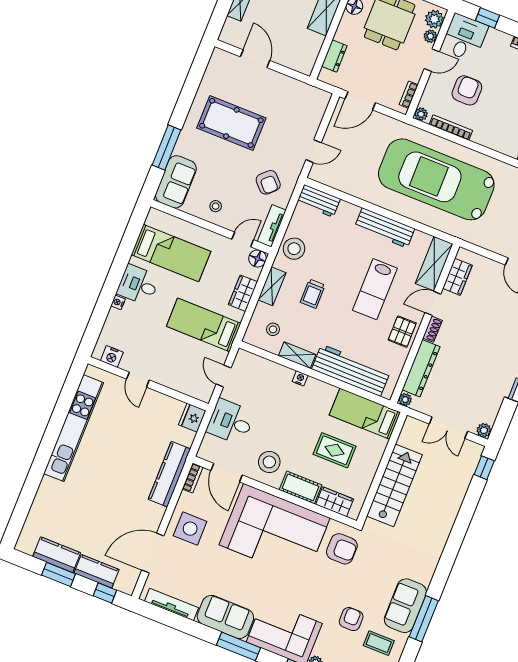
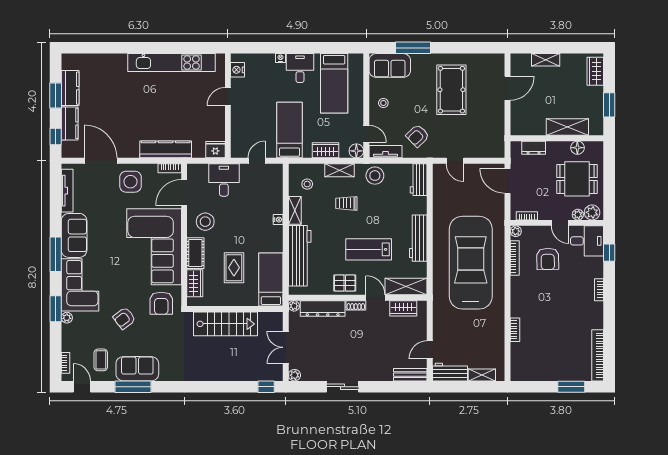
armchair: (467, 90) -> (548, 259), turned 89
armchair: (351, 619) -> (124, 318), moved, turned 143

